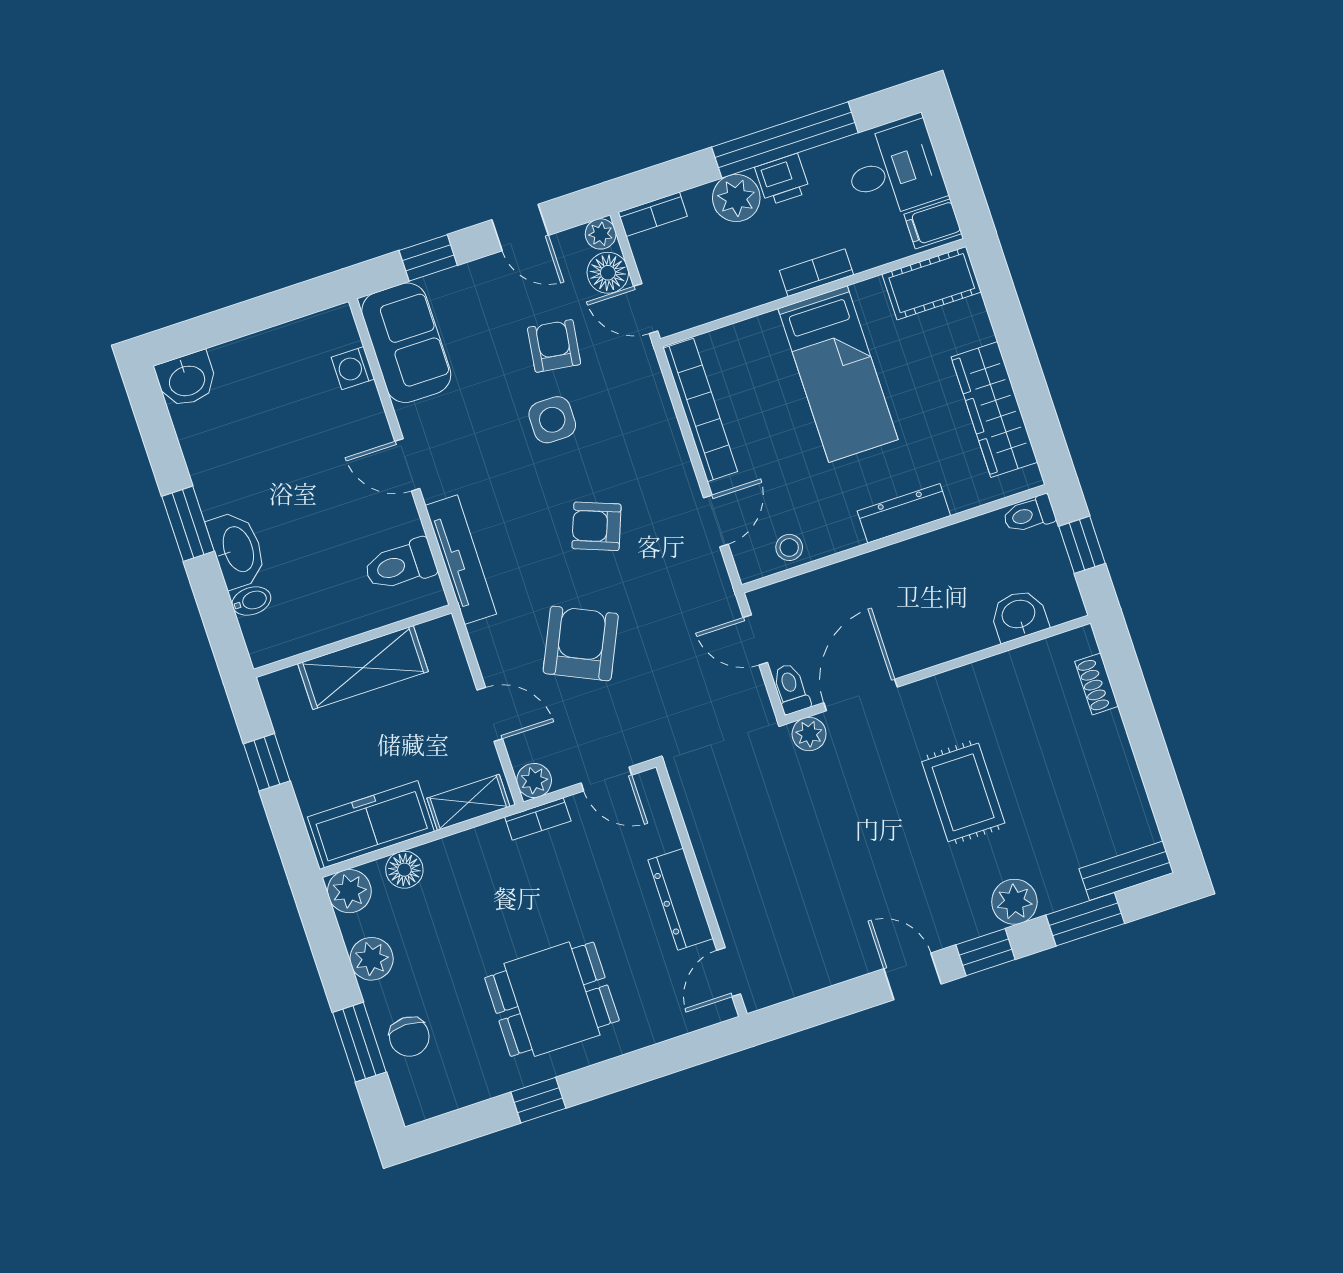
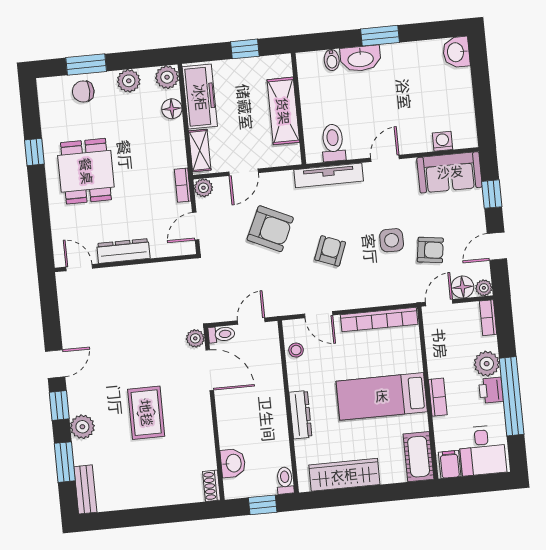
shoe rack: (1097, 684) -> (211, 486), moved, turned -90
rug: (963, 792) -> (146, 413), turned 90

